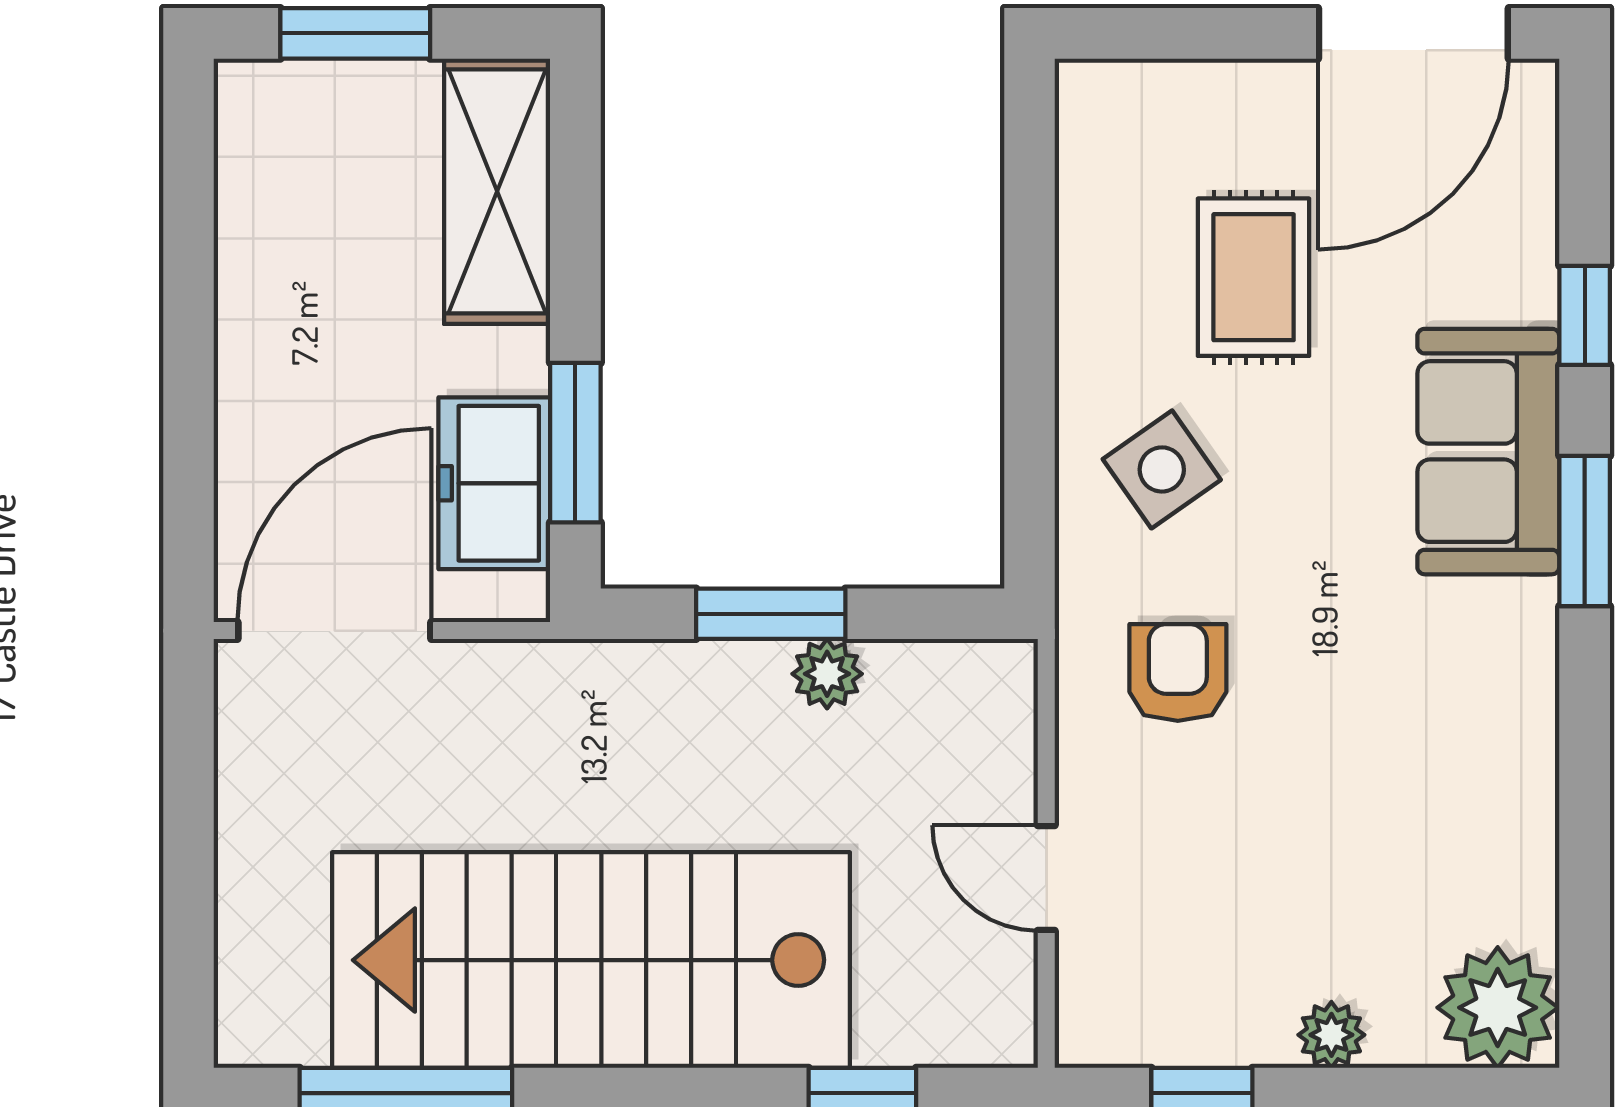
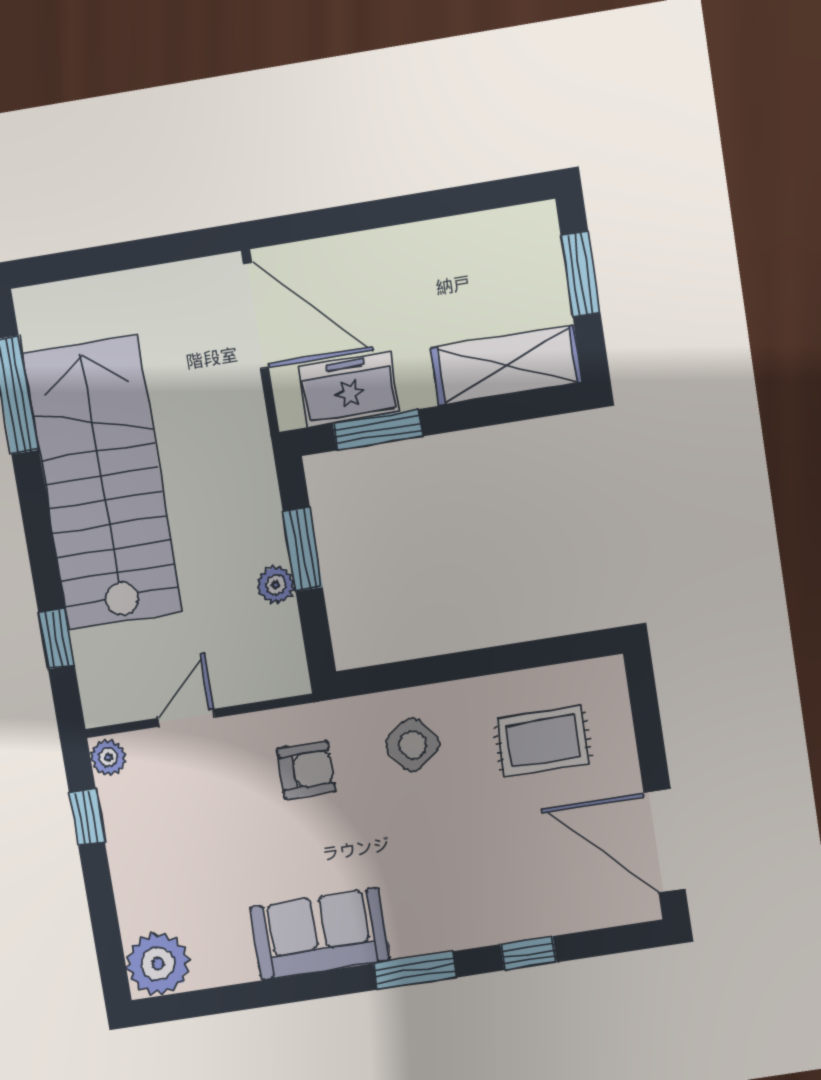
rug: (1254, 277) -> (543, 741), moved
sofa: (1488, 452) -> (320, 934), moved
plant: (1331, 1035) -> (108, 757), moved

